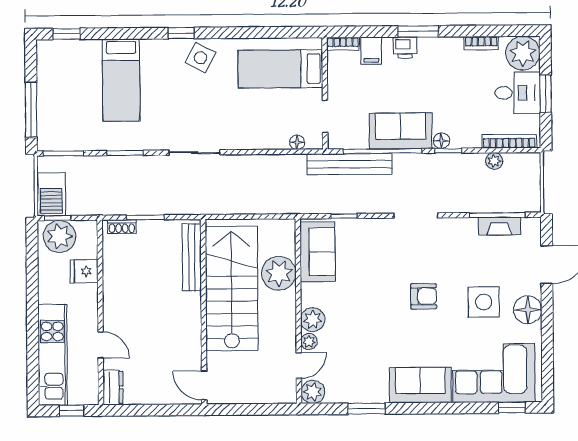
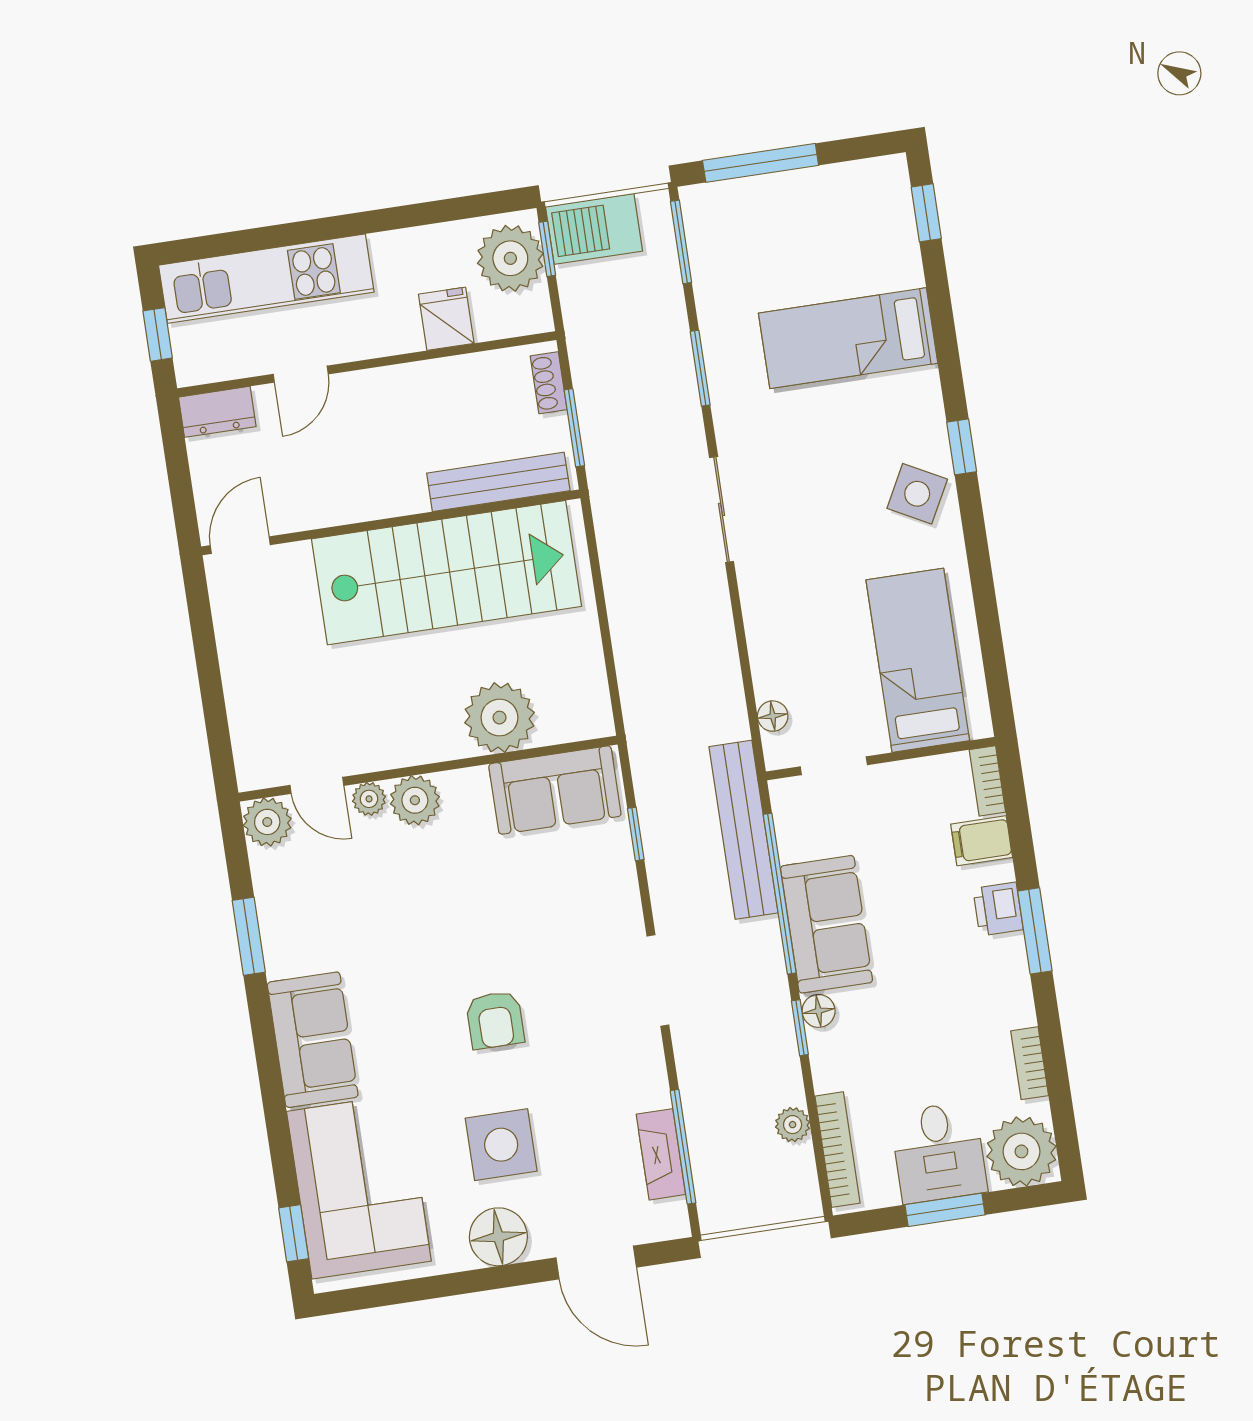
bench: (192, 257) -> (498, 482), moved
stairs: (232, 289) -> (446, 573), moved
wall: (204, 312) -> (391, 522), moved
door: (204, 385) -> (240, 545), moved

